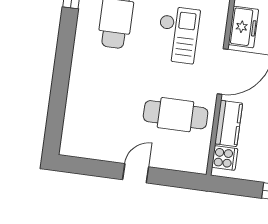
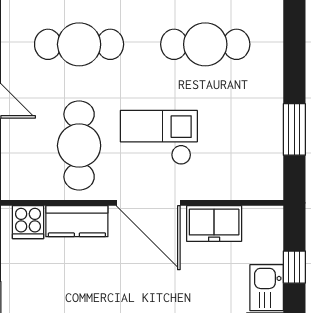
checkout: (178, 35) -> (159, 137), moved, turned 180
cafe table: (104, 105) -> (79, 44), added

